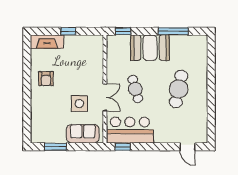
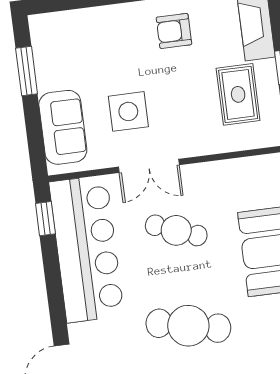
rug: (78, 54) -> (238, 94), added
cafe table: (135, 89) -> (176, 230), turned 36
bar counter: (130, 130) -> (87, 249), width x1.36

